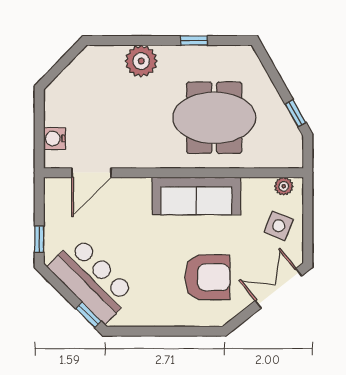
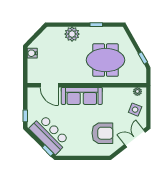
water cooler: (54, 139) -> (32, 53), moved
door: (91, 173) -> (49, 85), hinge flipped
sofa: (196, 196) -> (82, 96), moved

